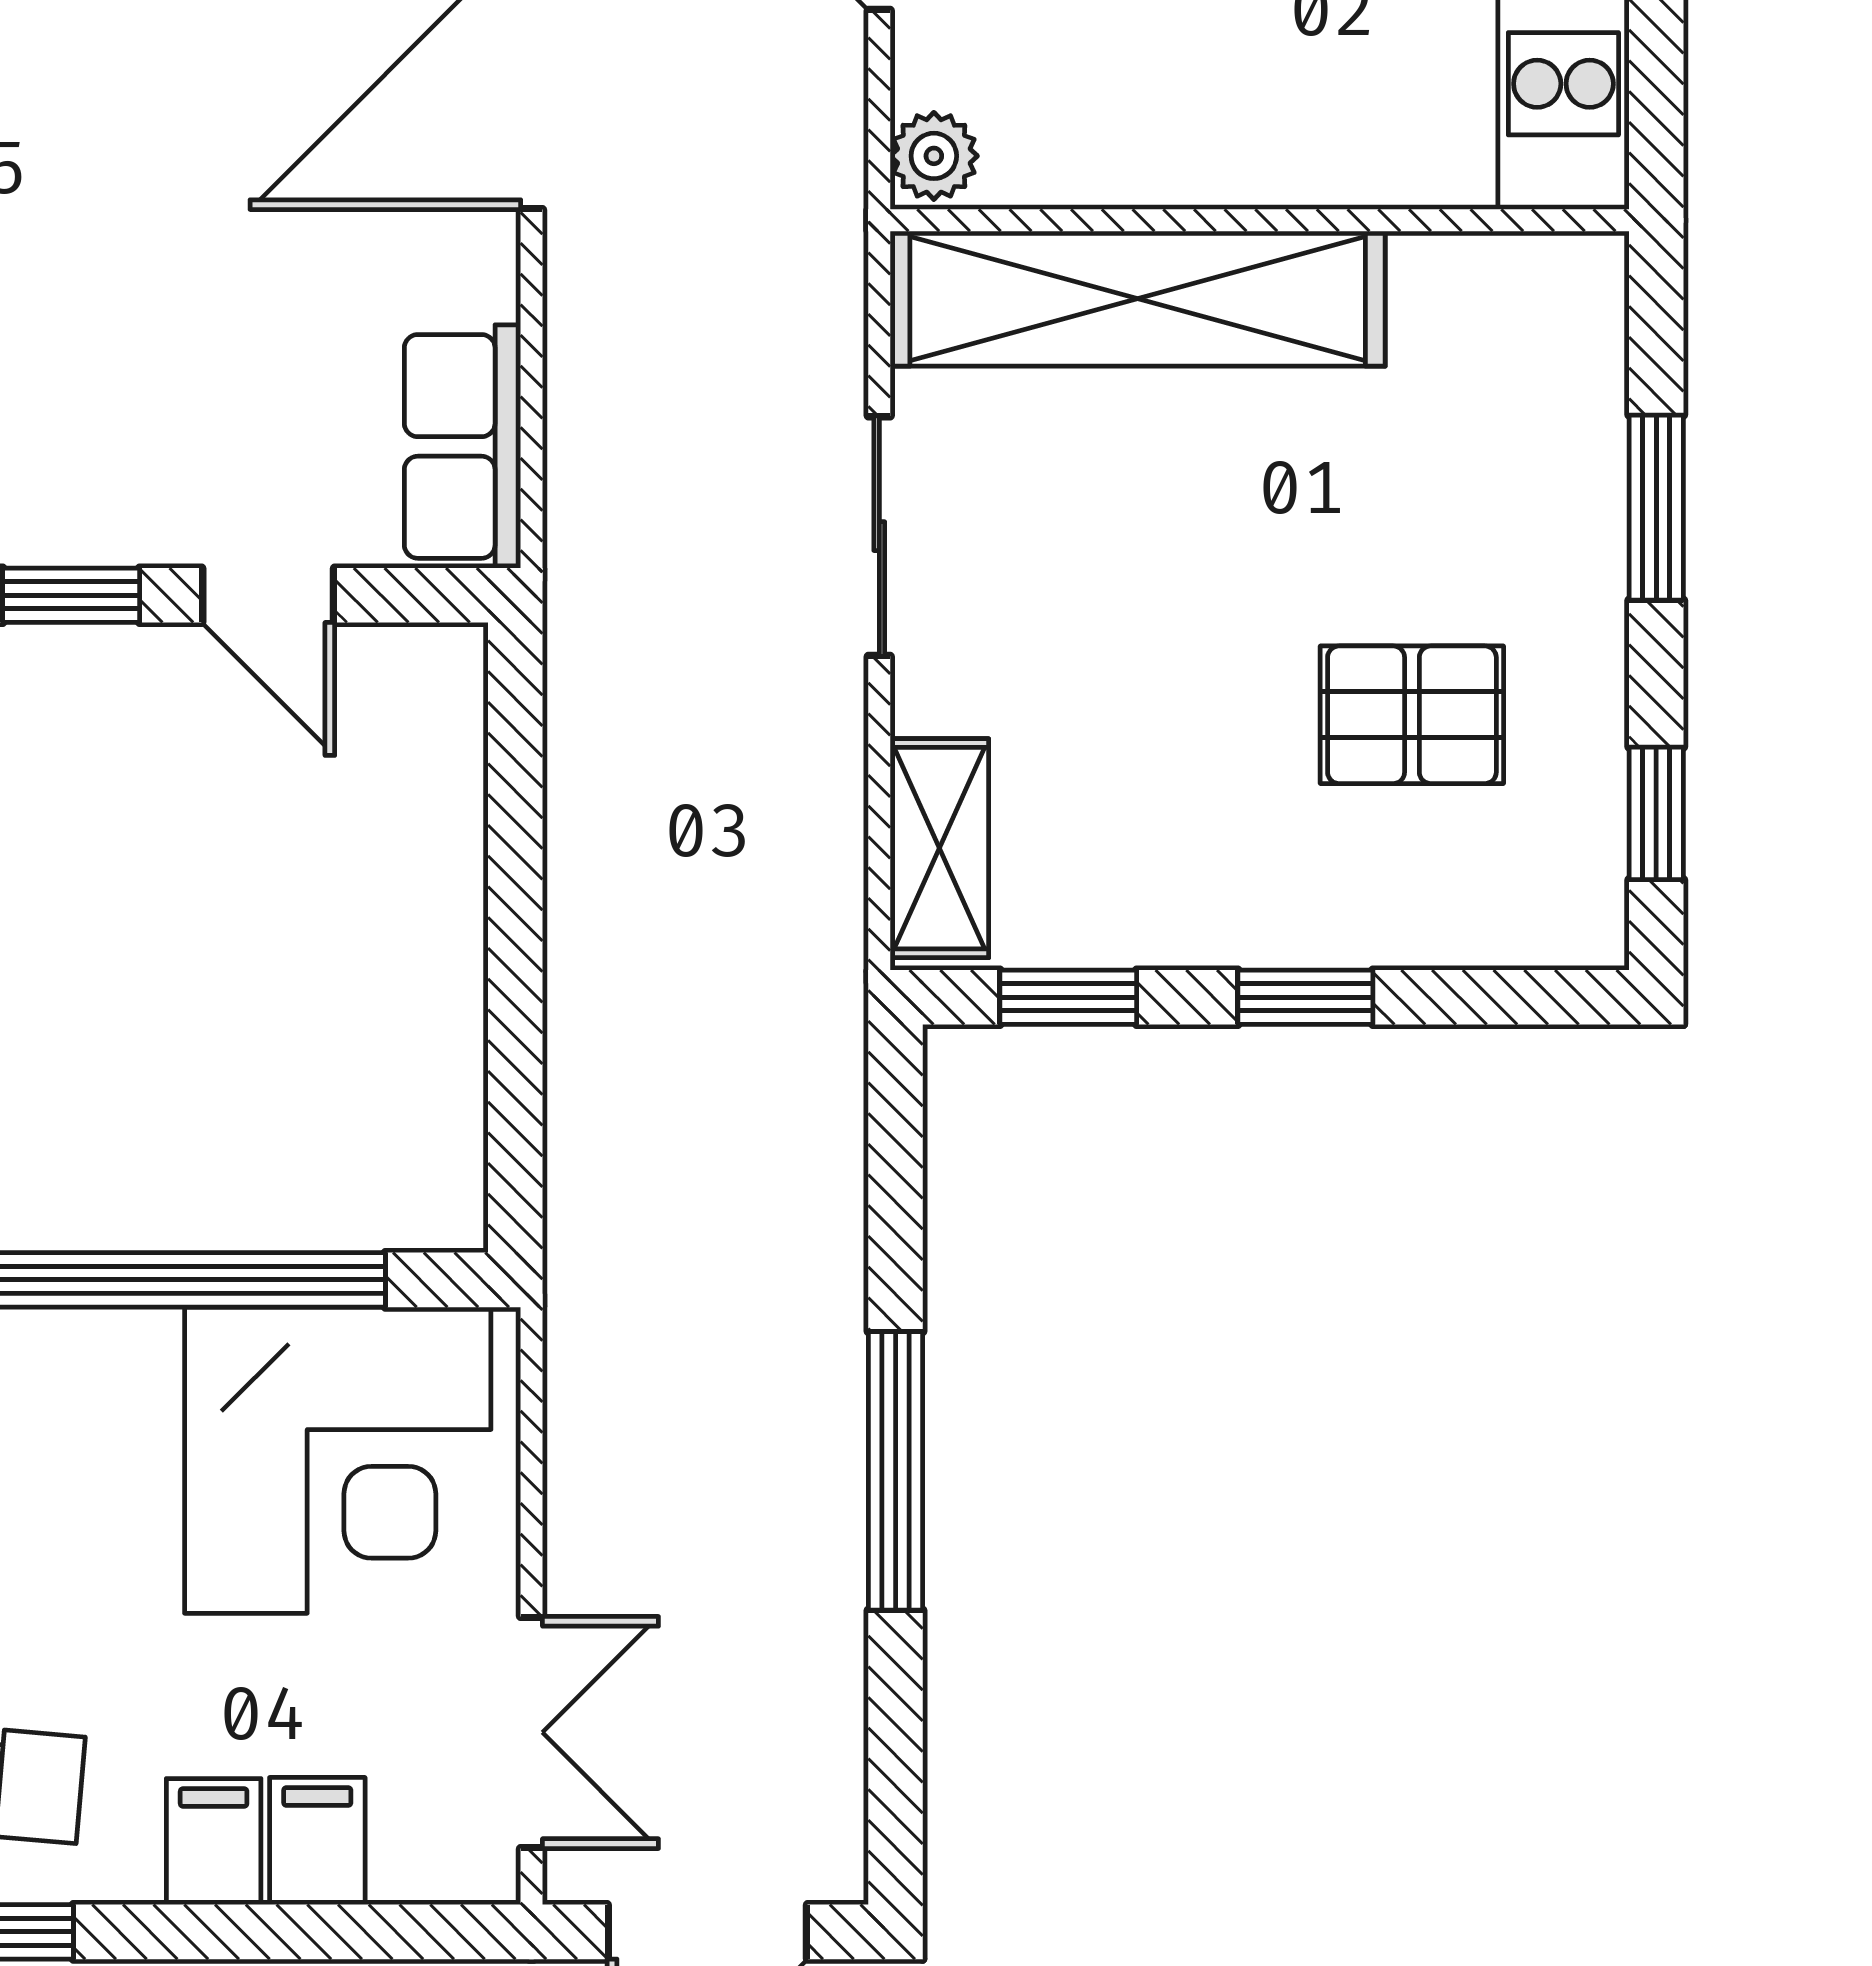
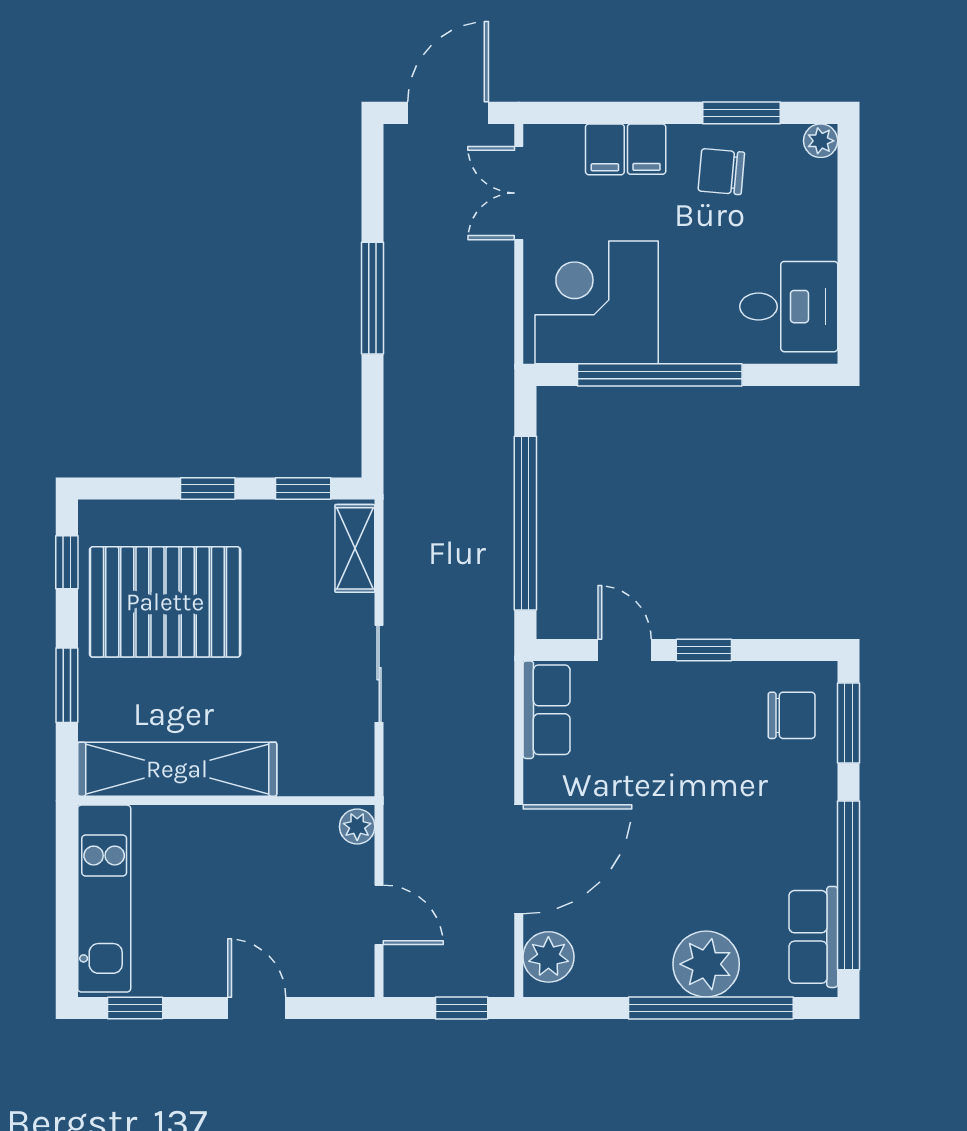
shelving: (1138, 299) -> (177, 769), moved
pallet: (1412, 715) -> (165, 602), width x2.05, depth x2.00
window: (515, 911) -> (525, 523), added

